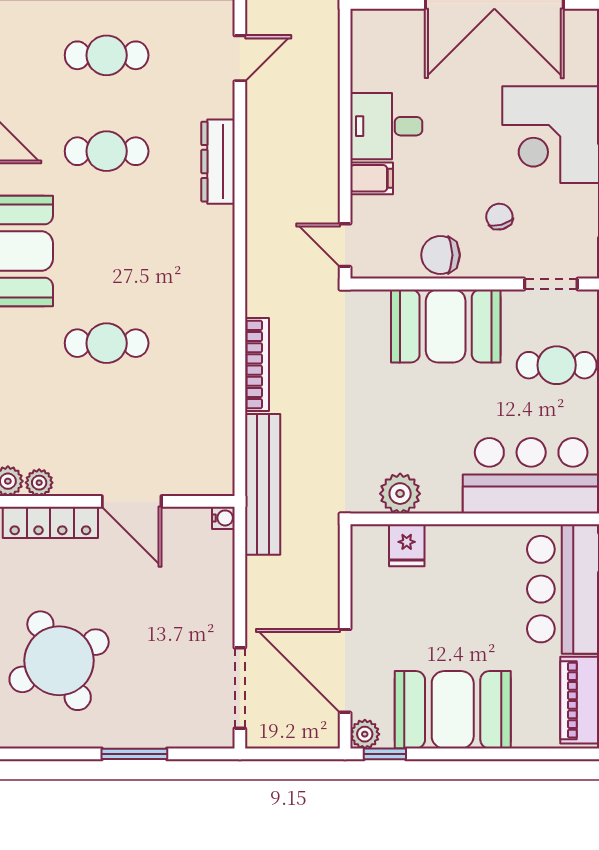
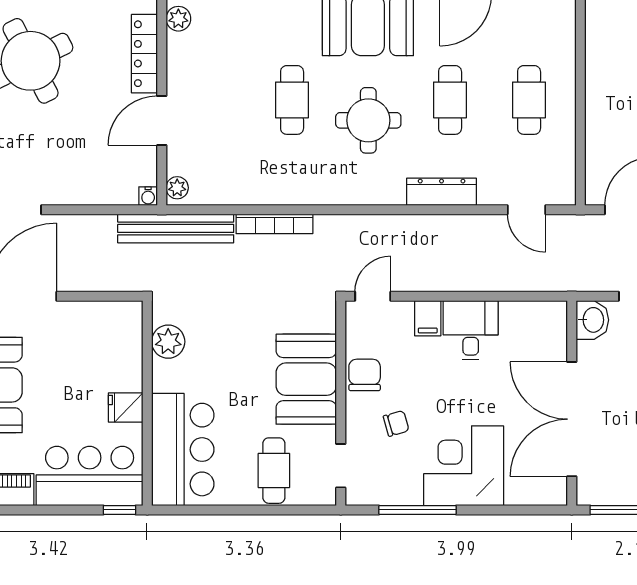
round table: (131, 250) -> (368, 120), added
plant: (39, 483) -> (177, 188), moved
fridge: (407, 545) -> (126, 407), moved

